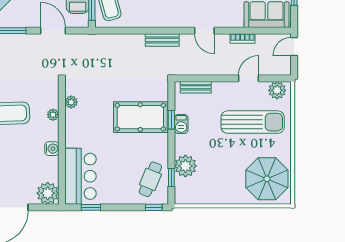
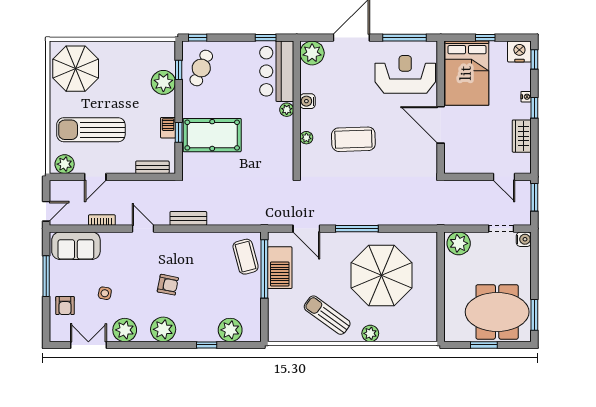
plant: (71, 102) -> (287, 110), moved

